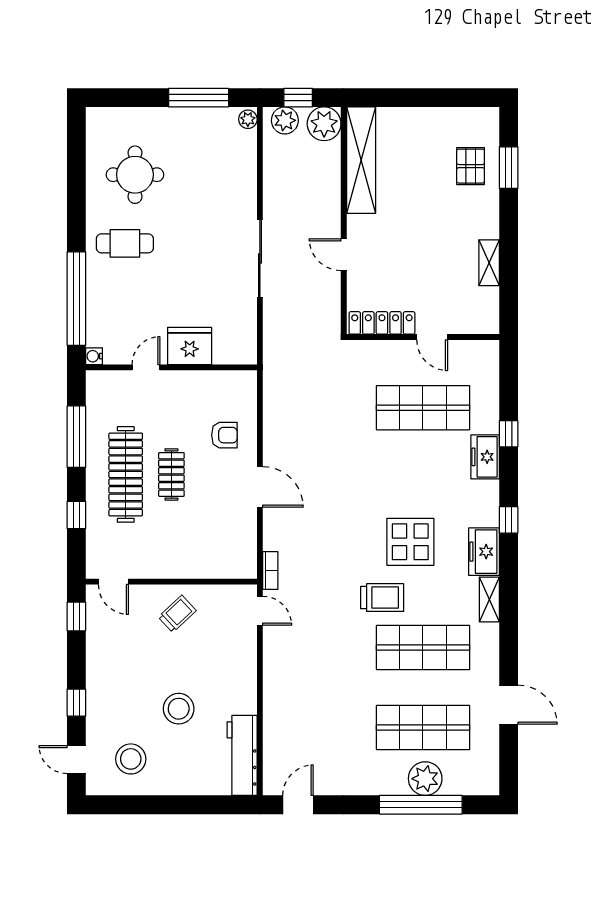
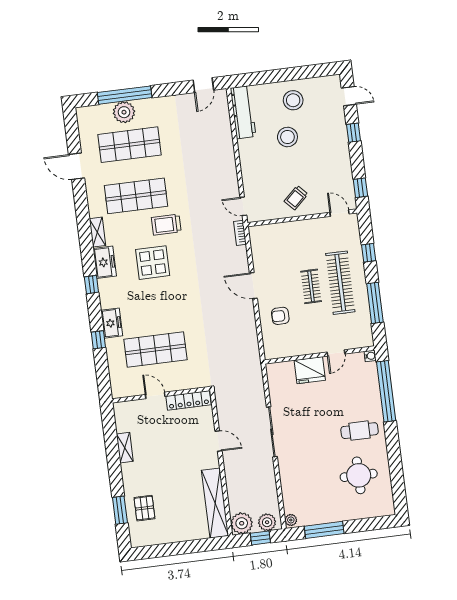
stool: (131, 759) -> (293, 100), moved

